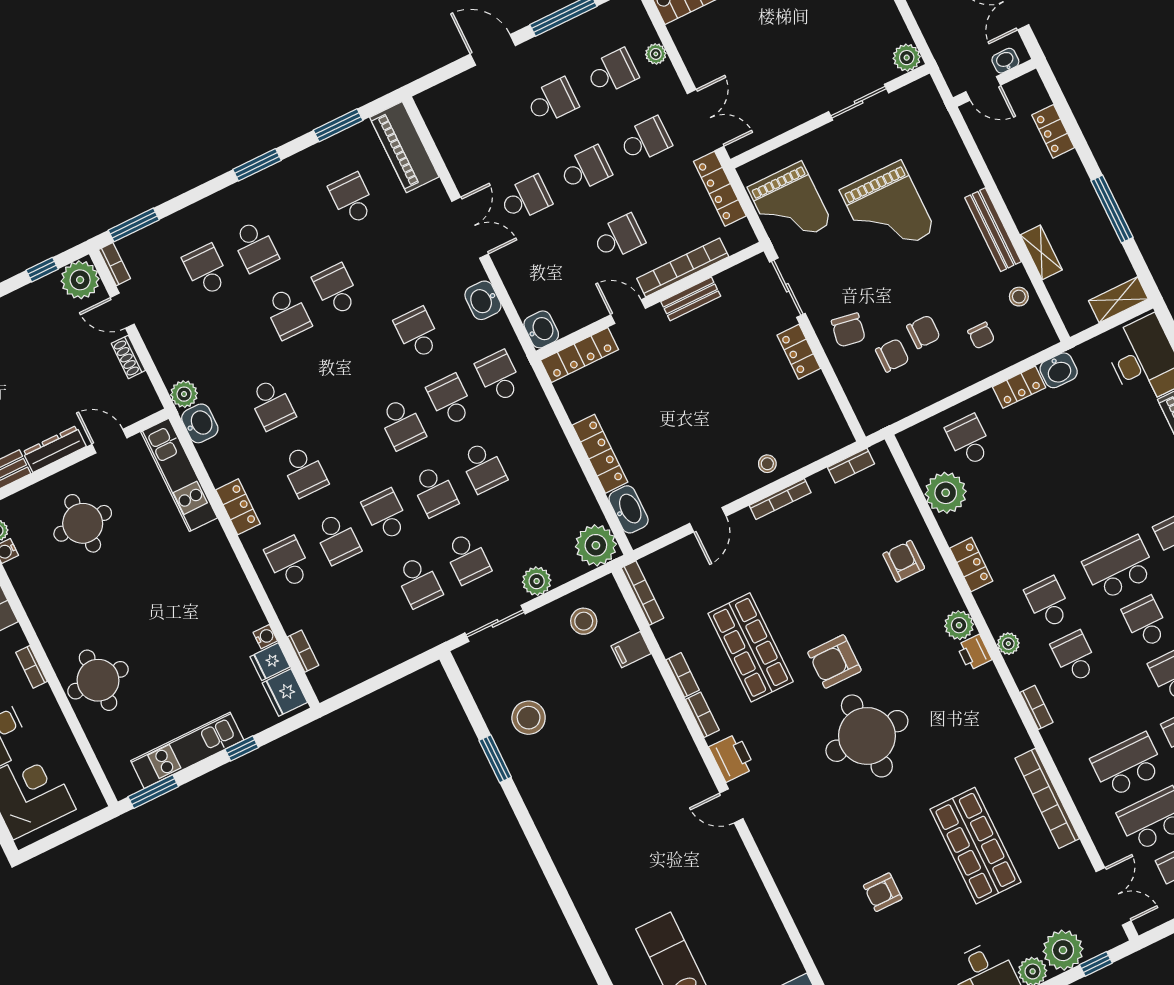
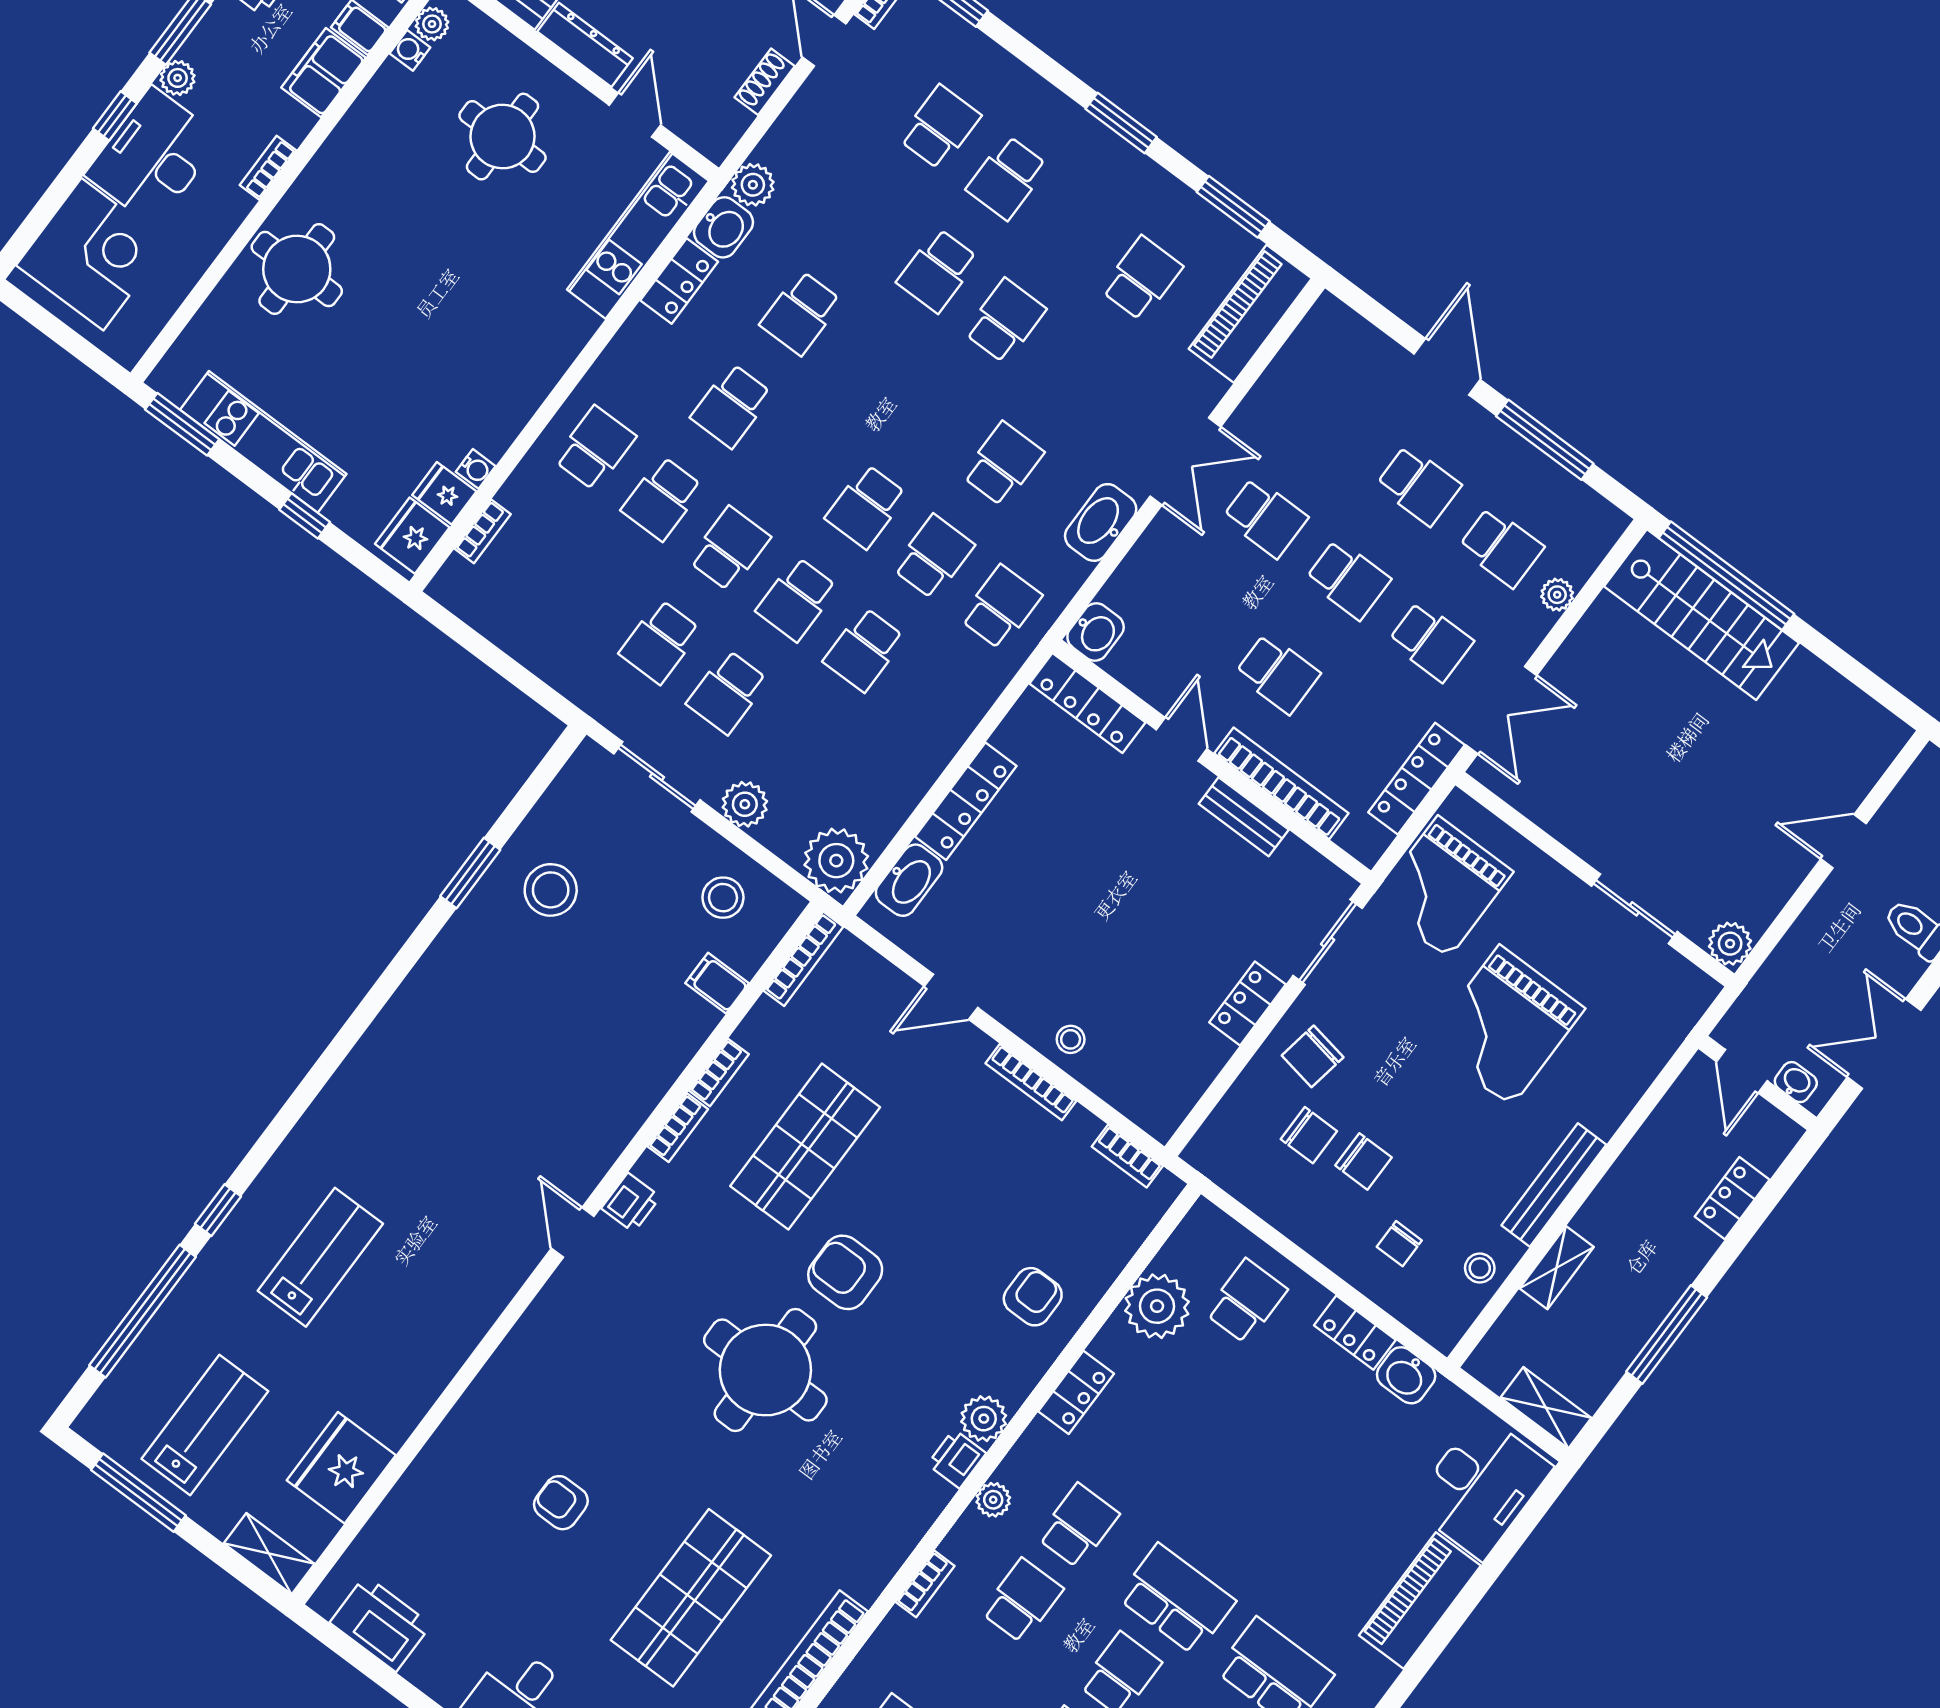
washbasin: (483, 300) -> (1101, 522), width x1.38
locker: (238, 507) -> (679, 281), moved
printer: (732, 758) -> (631, 1203), width x0.73, depth x0.81

